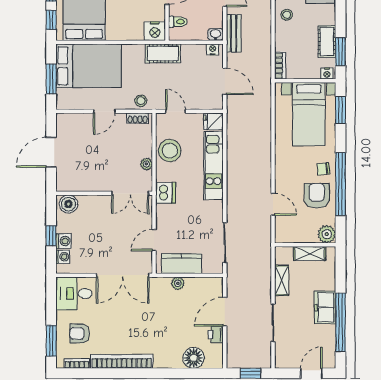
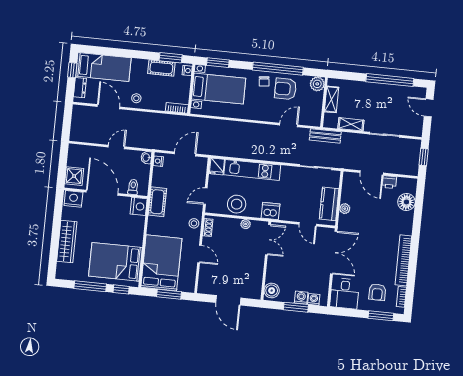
bench: (234, 33) -> (325, 136), moved
window: (51, 236) -> (296, 307), width x1.50
freezer: (325, 307) -> (376, 91), removed

